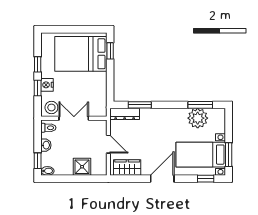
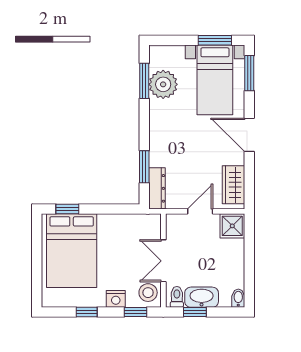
window: (38, 88) -> (135, 312), moved
washbasin: (46, 145) -> (202, 297), width x1.91, depth x1.45
window: (38, 161) -> (195, 312), moved
shower: (82, 167) -> (232, 226), moved
window: (206, 179) -> (249, 73), width x1.50

